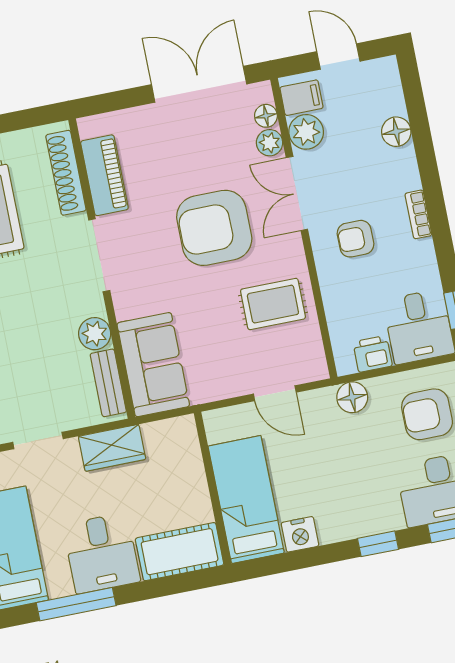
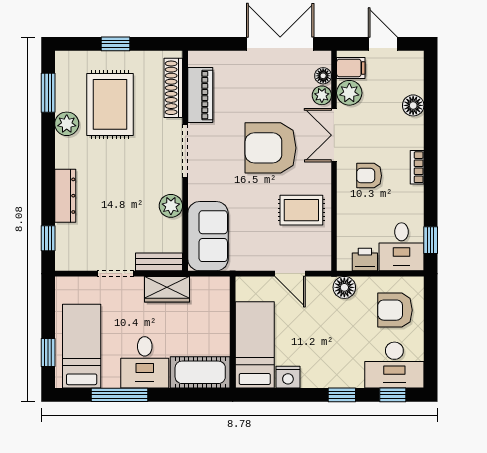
bench: (108, 383) -> (159, 262), moved, turned 90

